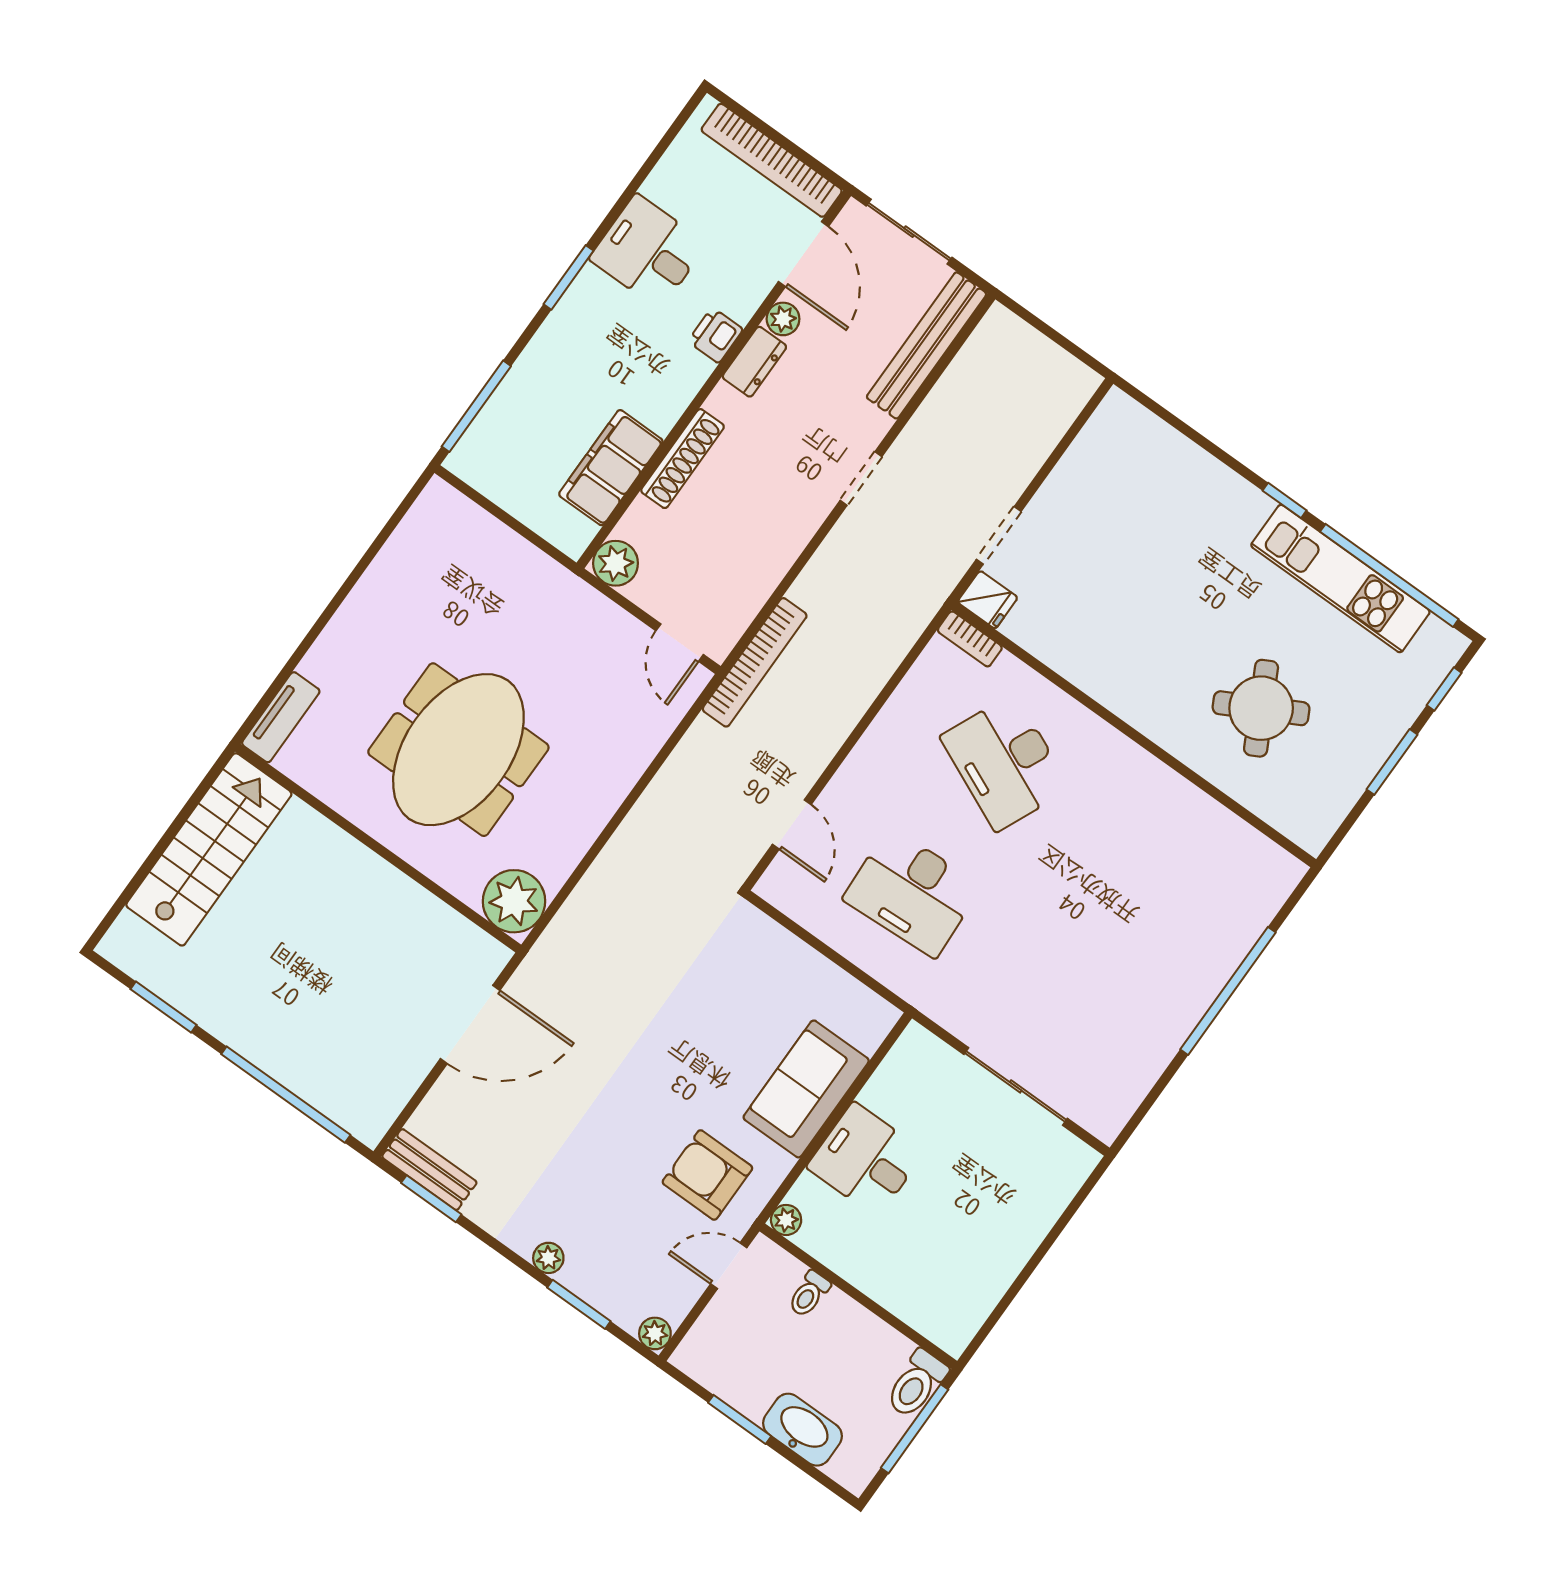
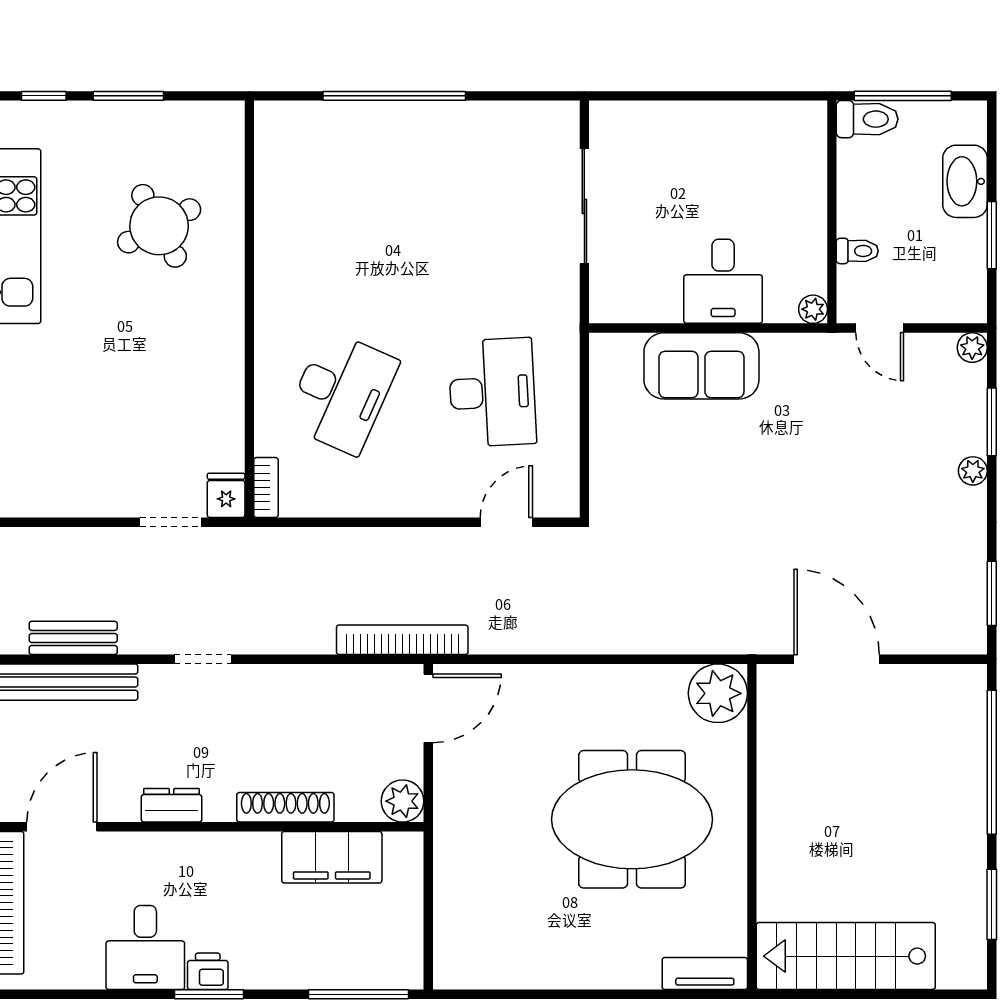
plant: (783, 319) -> (123, 807), removed
printer: (715, 335) -> (208, 971), moved, turned 180
door: (680, 643) -> (428, 708), width x1.38
bench: (429, 1170) -> (73, 638), moved, turned 90
armchair: (707, 1175) -> (822, 394), removed

